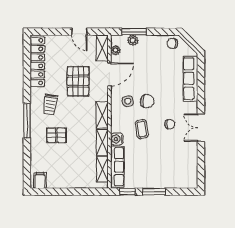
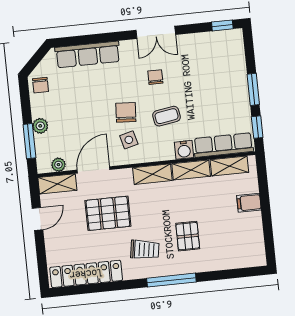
plant: (133, 40) -> (40, 126), moved
door: (109, 74) -> (94, 170), hinge flipped
window: (201, 175) -> (222, 25), added
filing cabinet: (40, 180) -> (249, 203), moved

